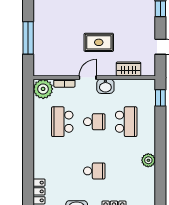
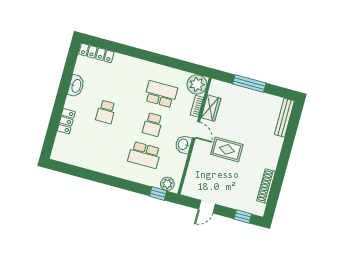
rug: (99, 42) -> (227, 149), turned 90
wardrobe: (128, 69) -> (211, 108), moved
plant: (148, 160) -> (167, 184), moved

